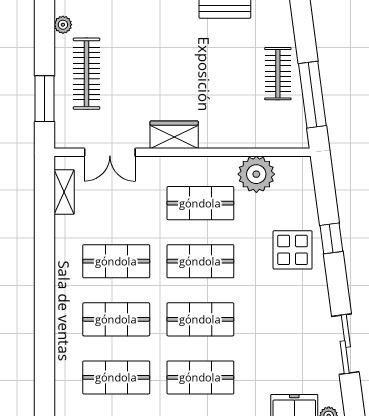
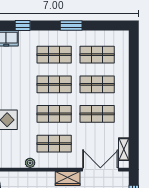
double door: (110, 152) -> (100, 170), width x1.37
plant: (256, 174) -> (30, 163), width x0.53, depth x0.53

